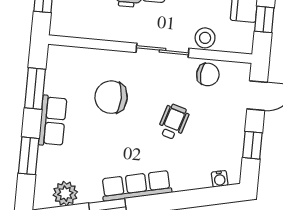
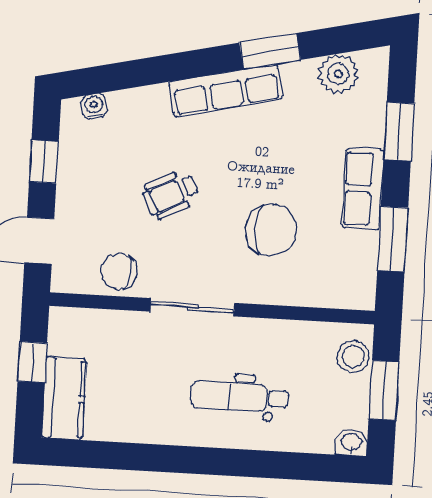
stool: (205, 38) -> (353, 357), moved
wheelchair: (173, 122) -> (171, 194), turned 46

